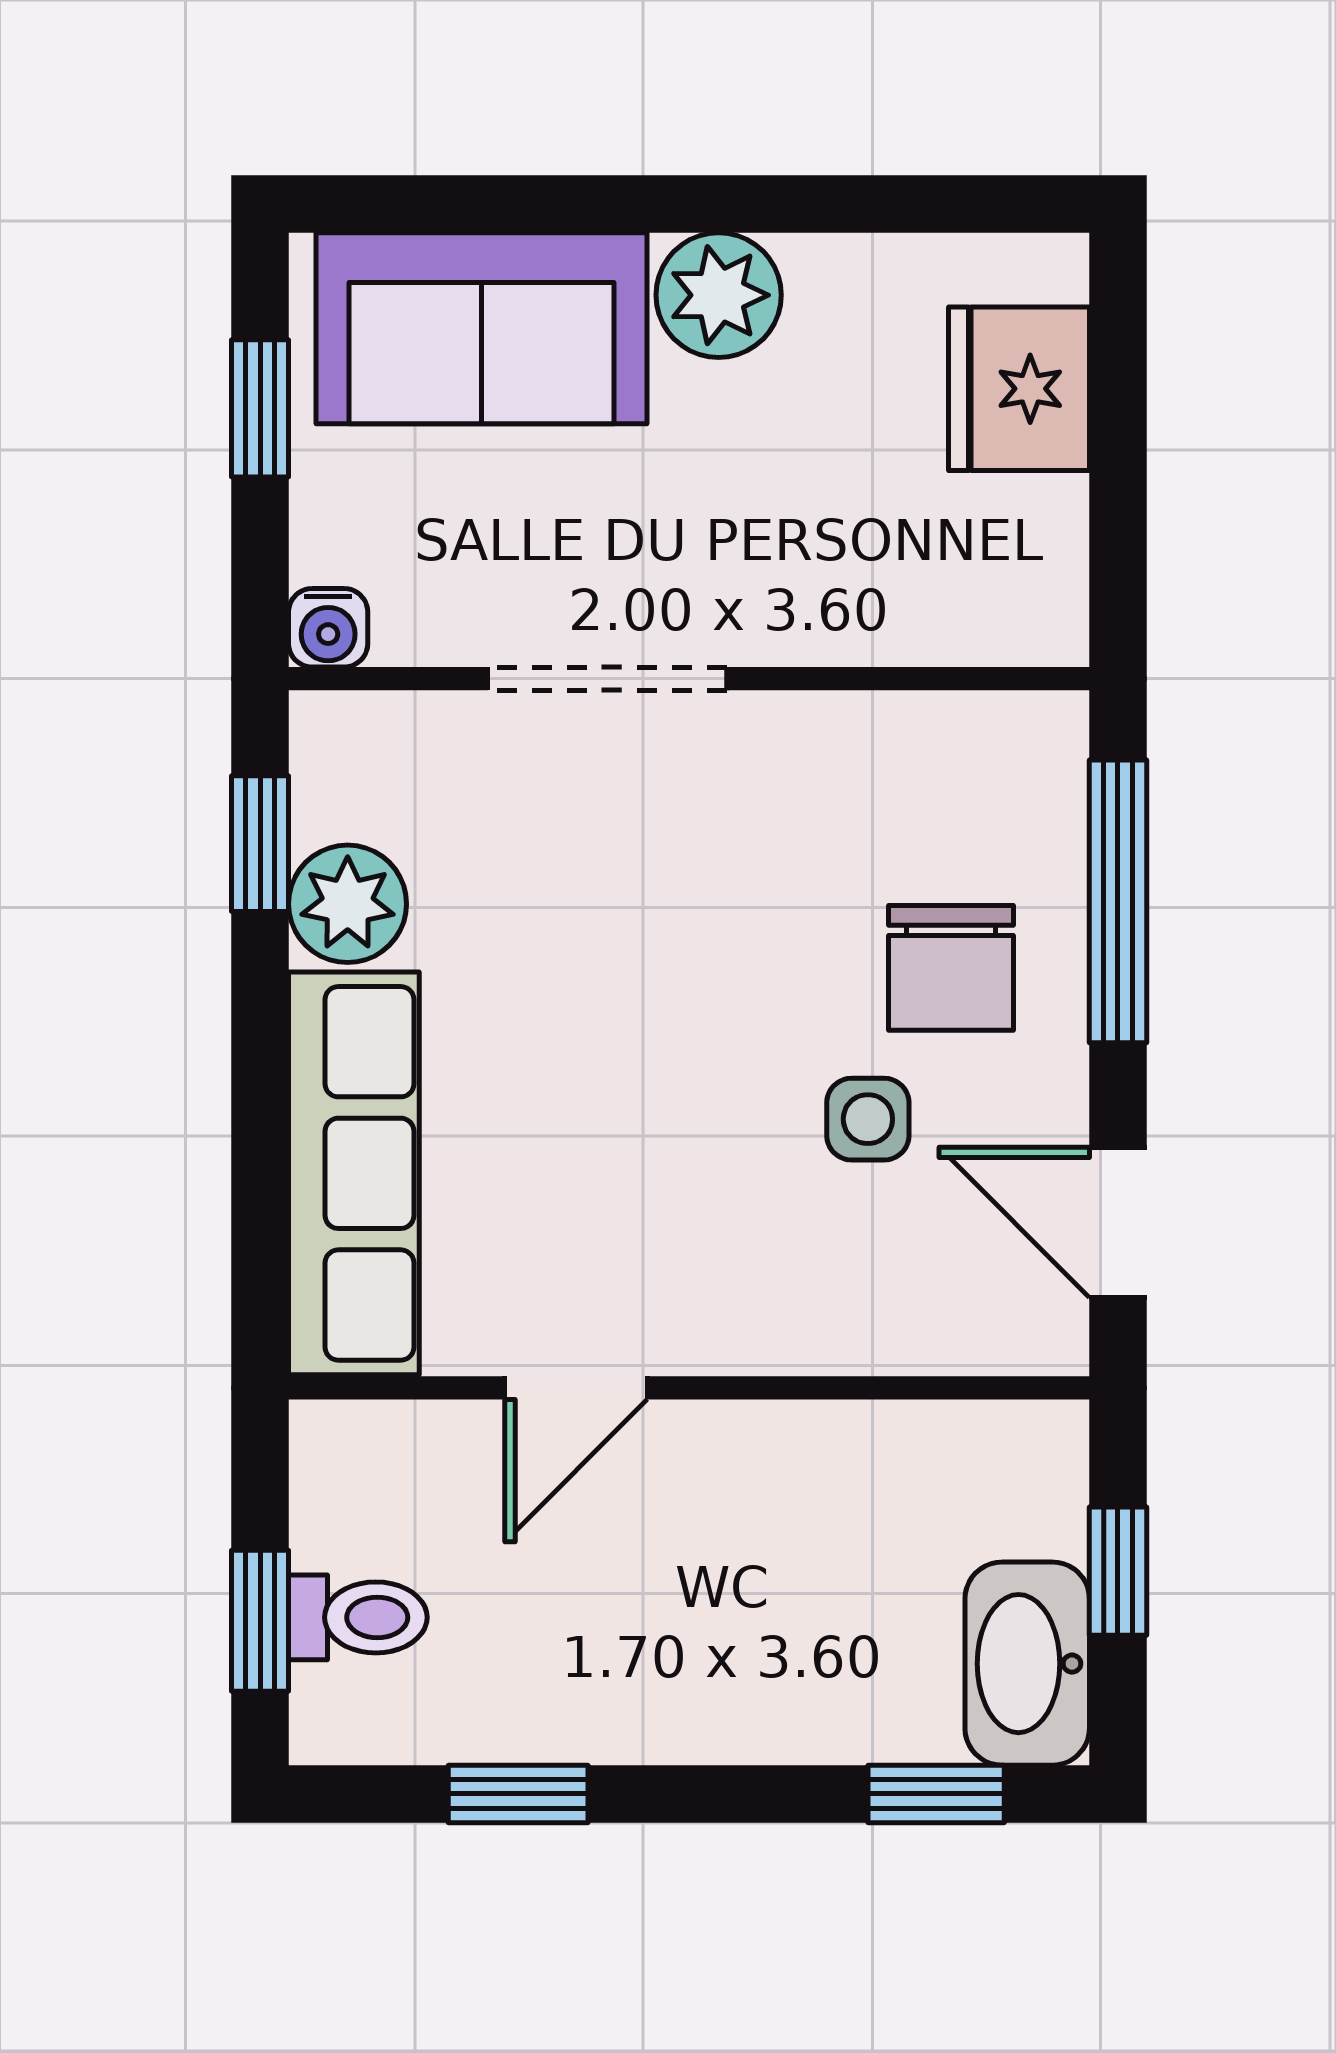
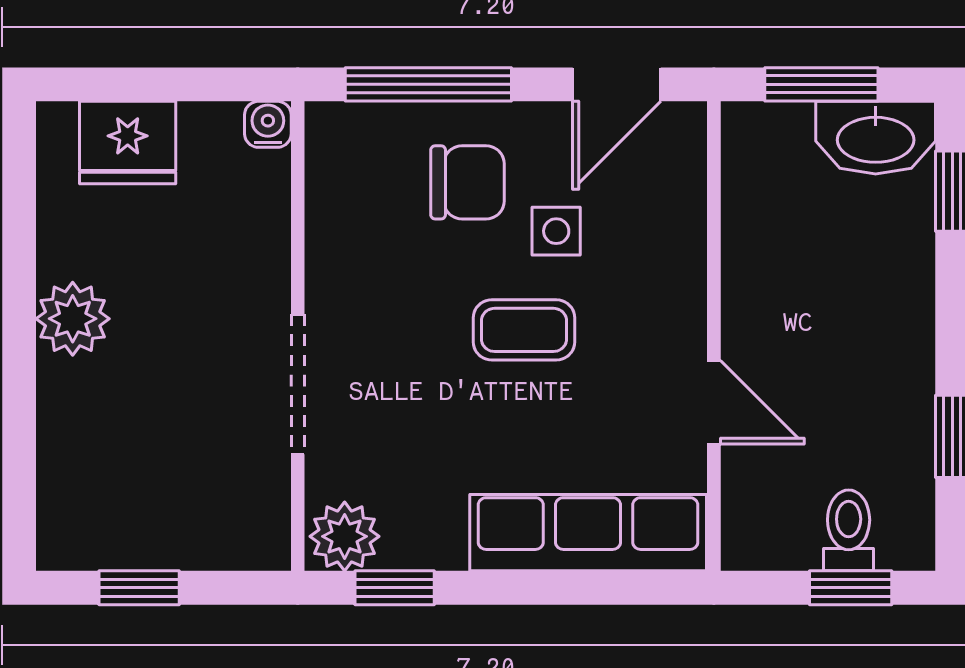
sofa: (481, 328) -> (92, 458), removed
water cooler: (328, 628) -> (268, 124), moved, turned -90
plant: (348, 904) -> (345, 536), moved
coffee table: (700, 1064) -> (524, 330), added
window: (1118, 1571) -> (821, 84), width x1.50

